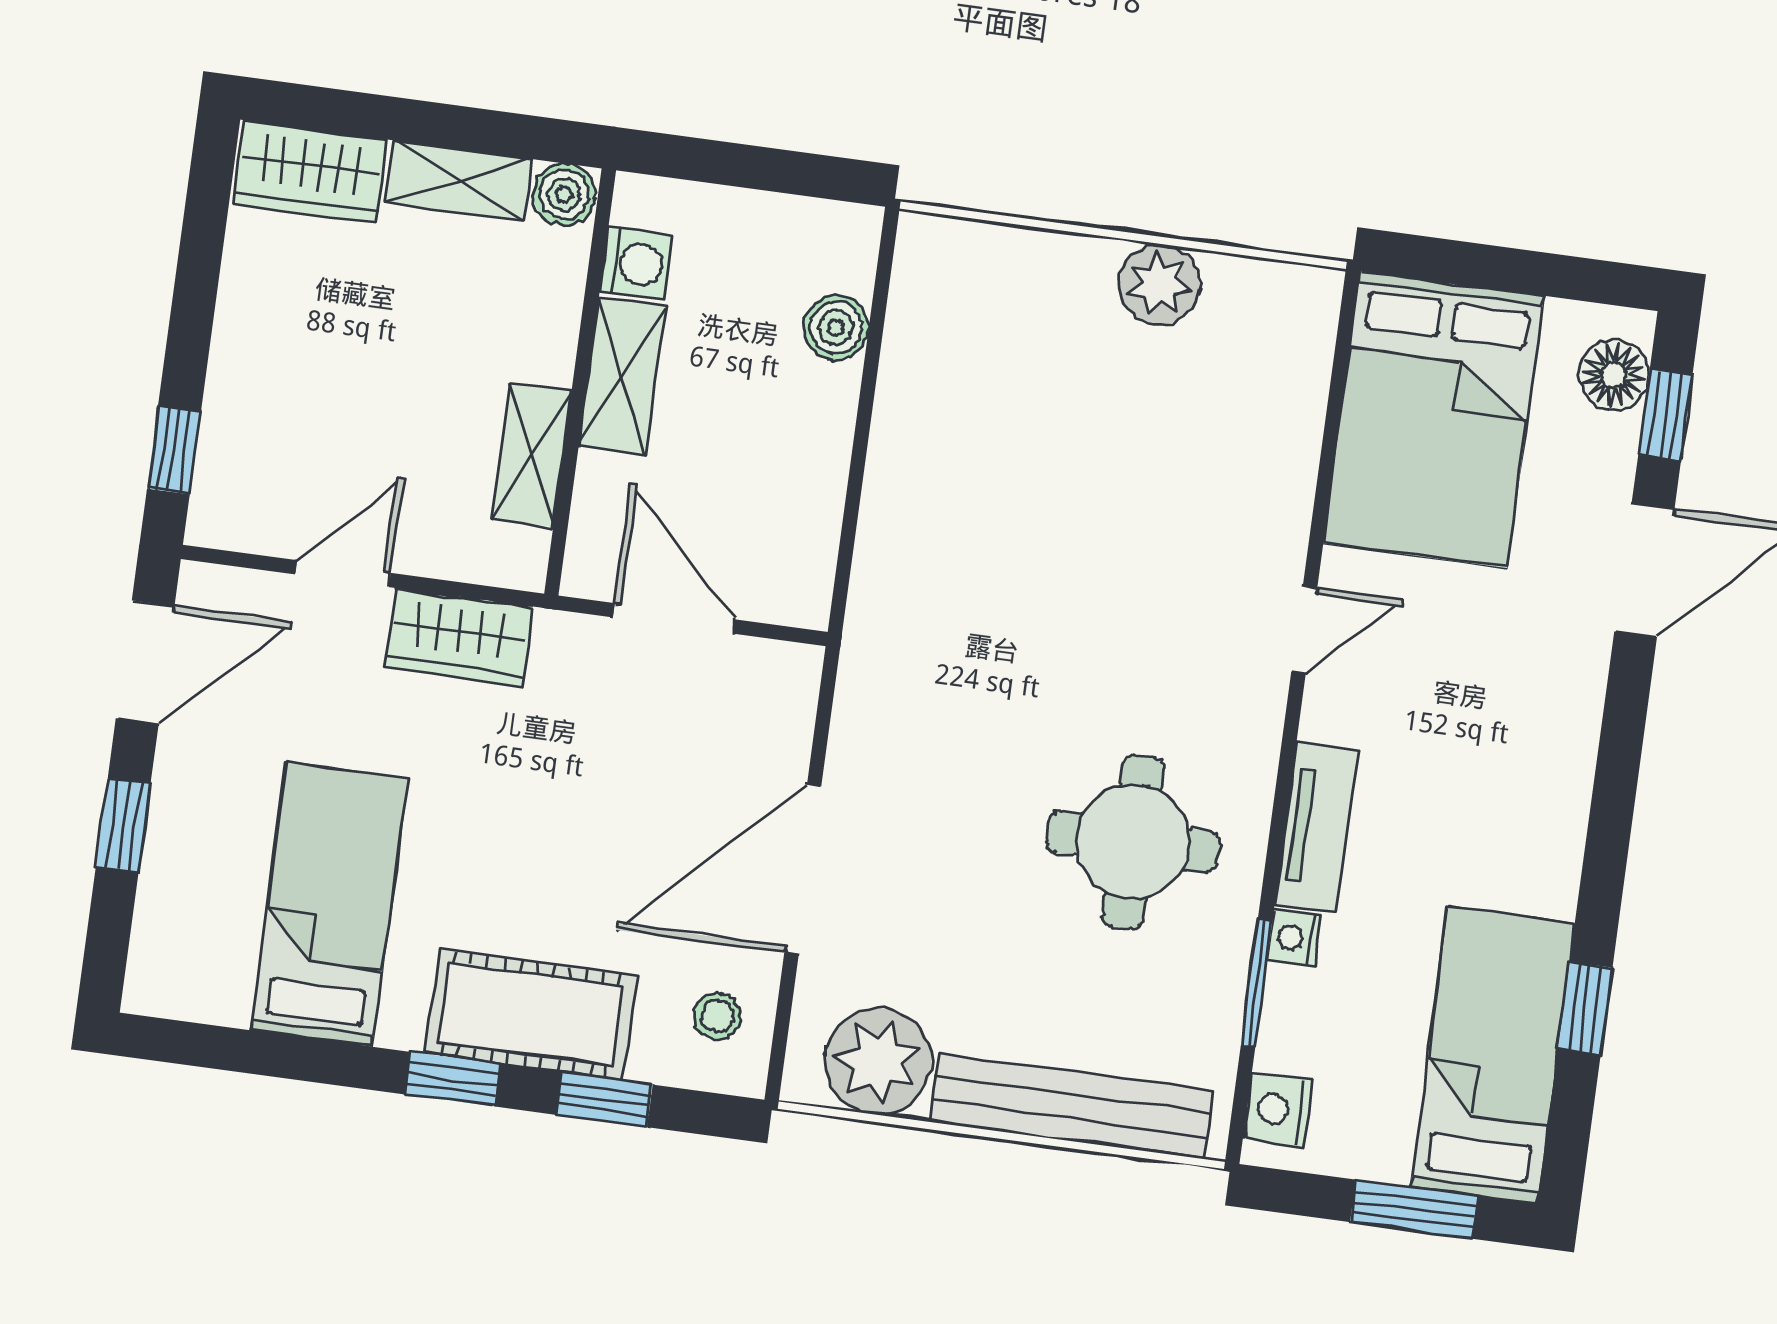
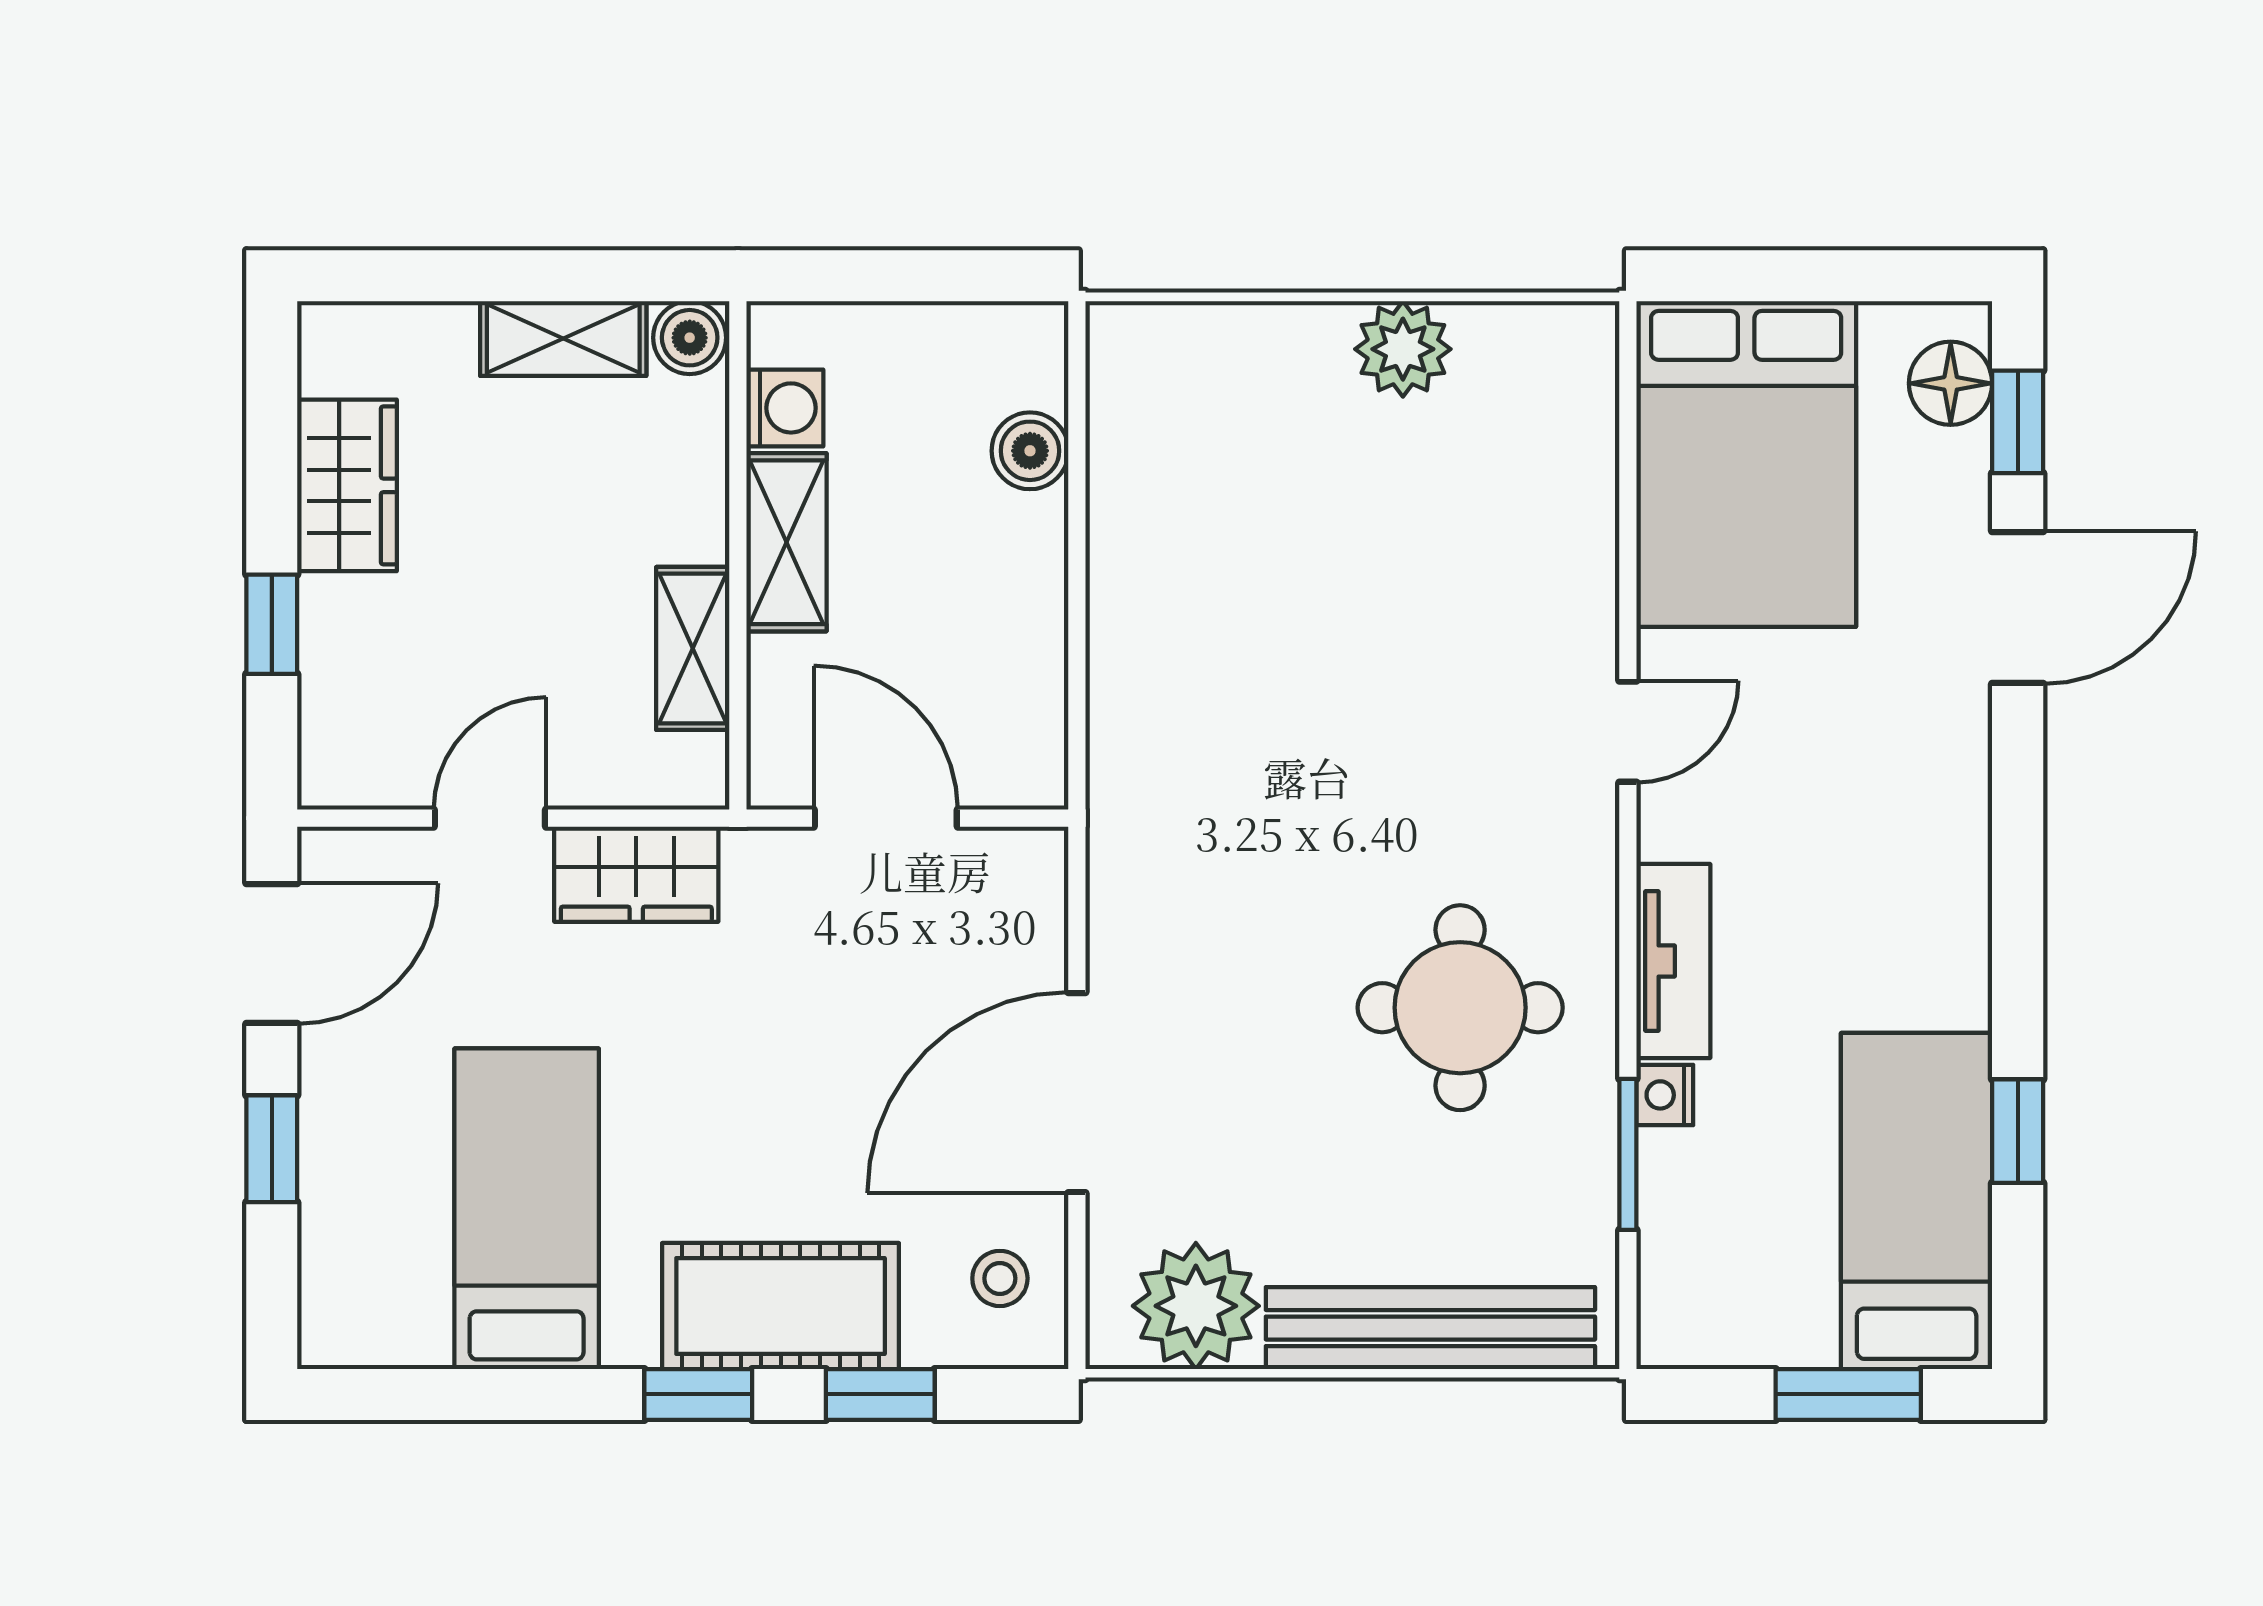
wardrobe: (310, 171) -> (347, 485), moved, turned -90
window: (174, 450) -> (272, 624), moved
nightstand: (1278, 1110) -> (1673, 1299), removed

